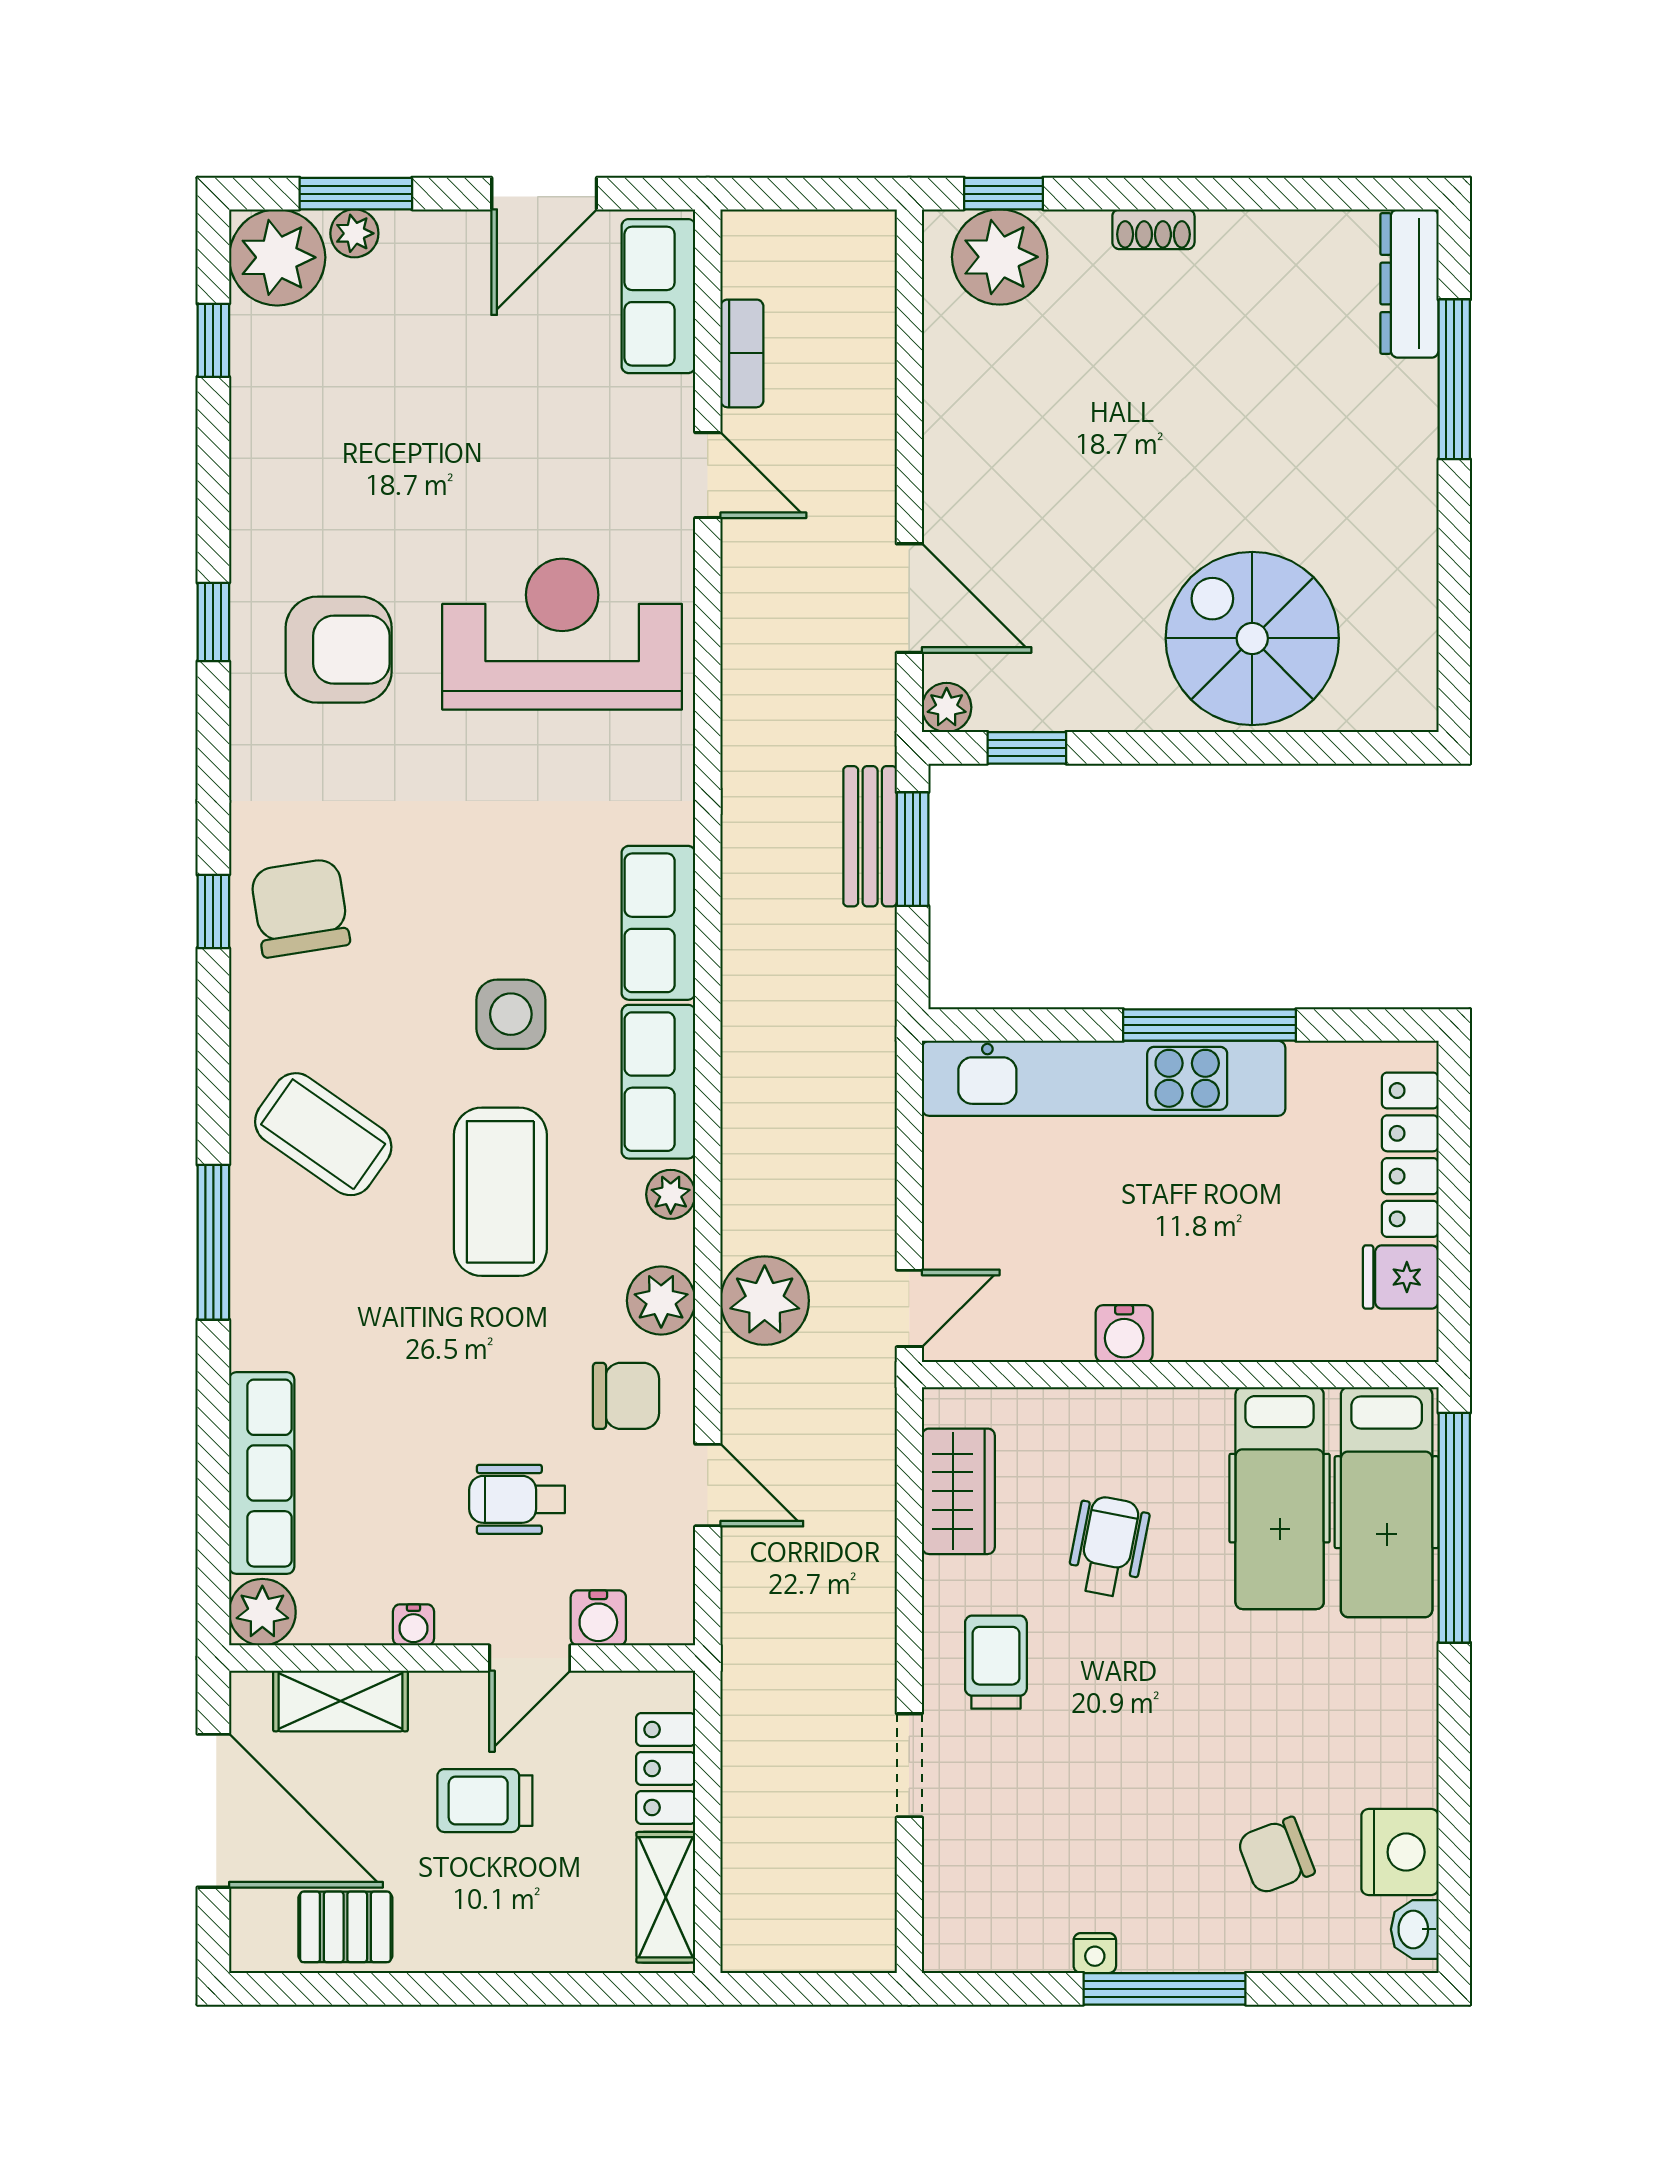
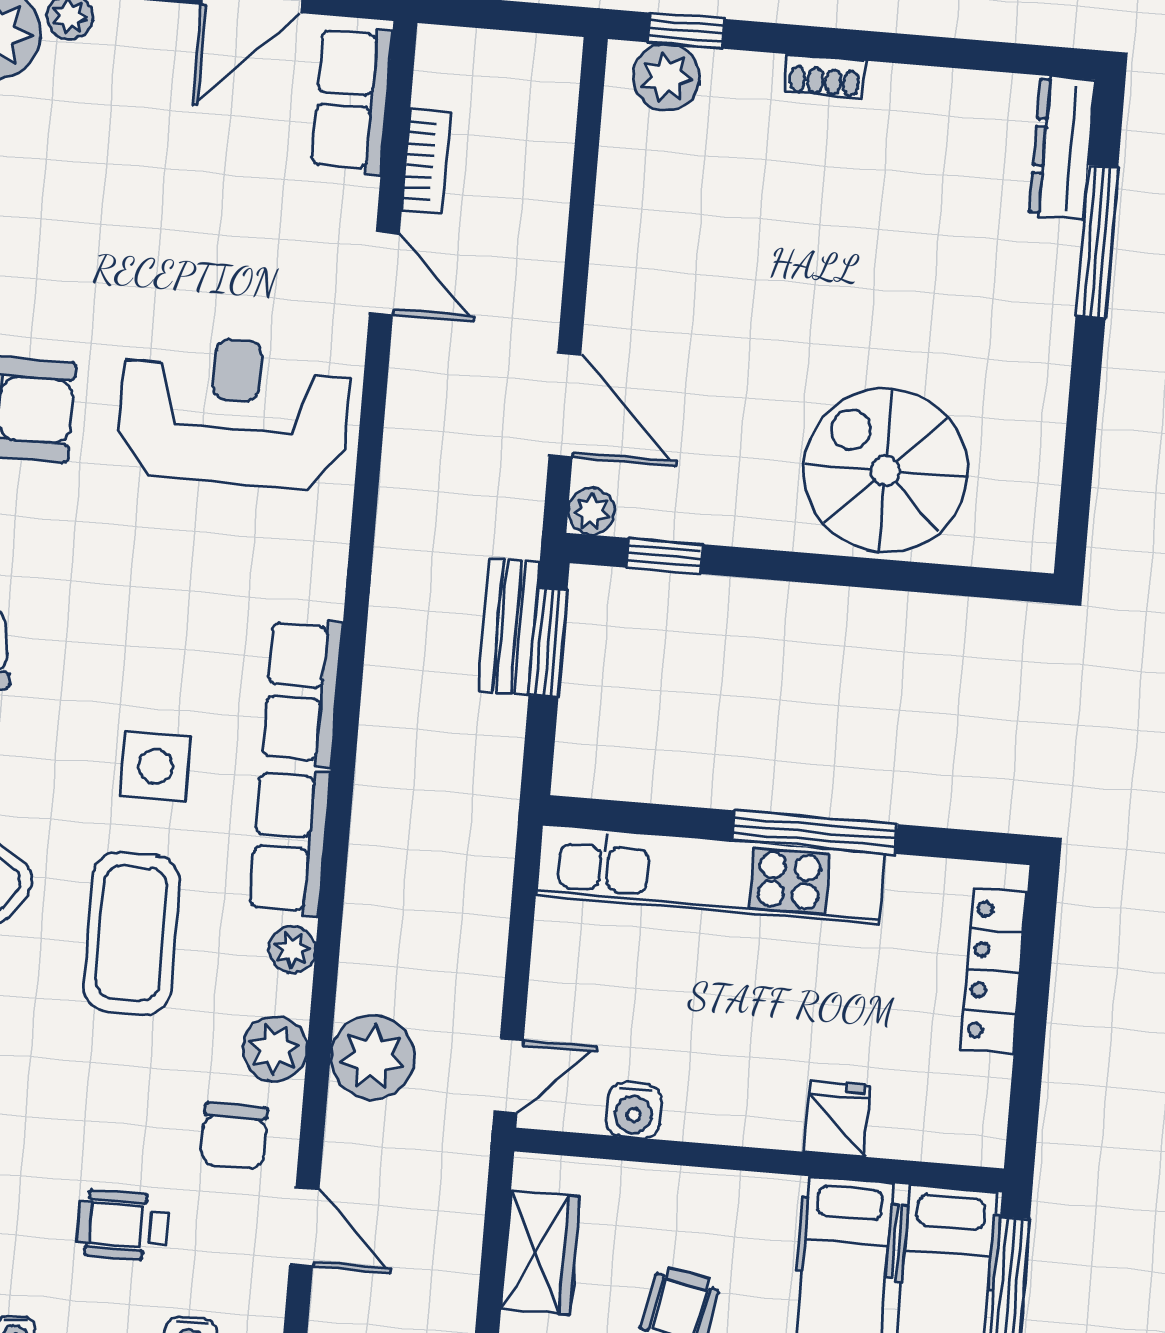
plant: (1000, 257) -> (666, 77), width x0.73, depth x0.73
fridge: (1401, 1277) -> (837, 1119), moved, turned 90
water cooler: (1124, 1334) -> (634, 1111), moved
chair: (626, 1396) -> (234, 1136), turned 90

